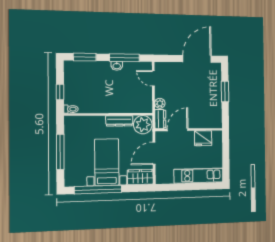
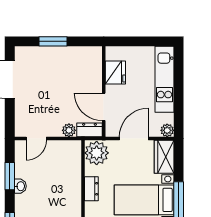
window: (124, 58) -> (10, 176), width x0.69
dresser: (119, 121) -> (91, 189), width x0.70
door: (154, 153) -> (134, 139), swing flipped
plant: (160, 179) -> (167, 130), added

